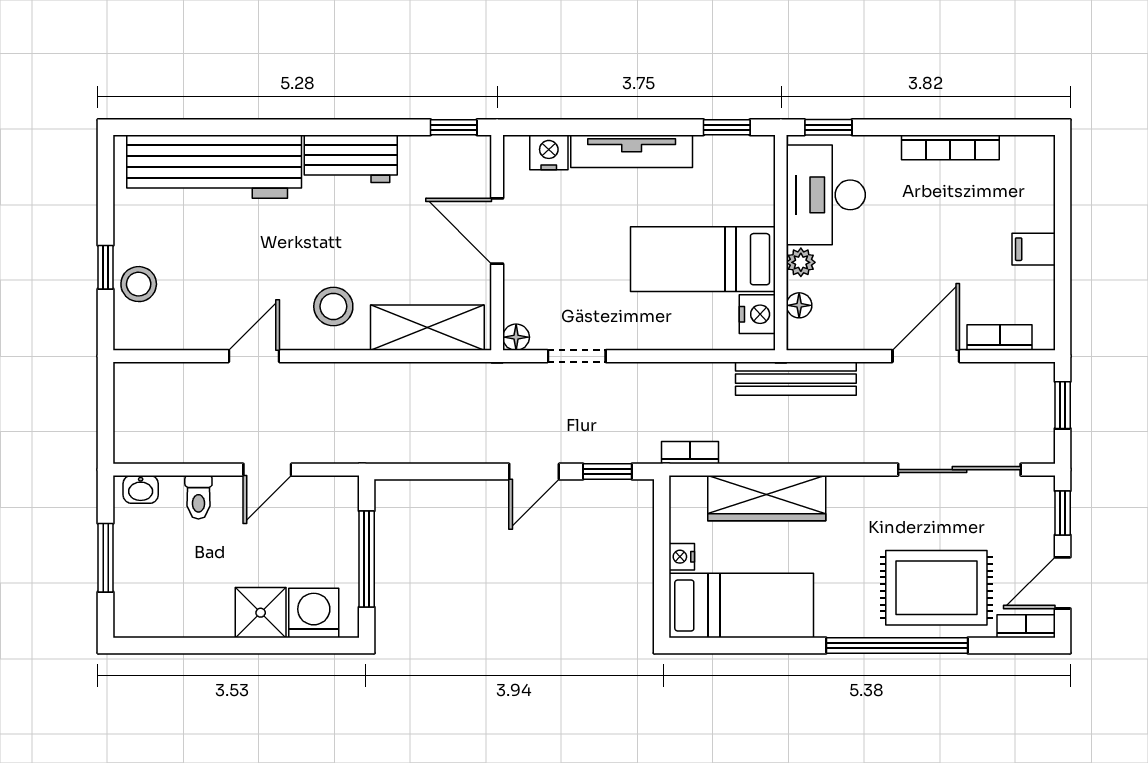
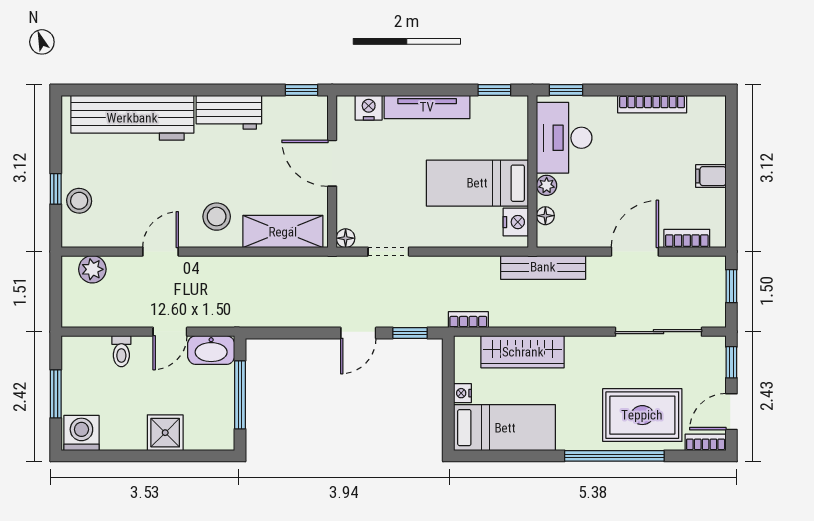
plant: (157, 381) -> (92, 269), added
washbasin: (141, 489) -> (211, 350), moved, width x1.91, depth x1.45
washing machine: (314, 613) -> (81, 433), moved

